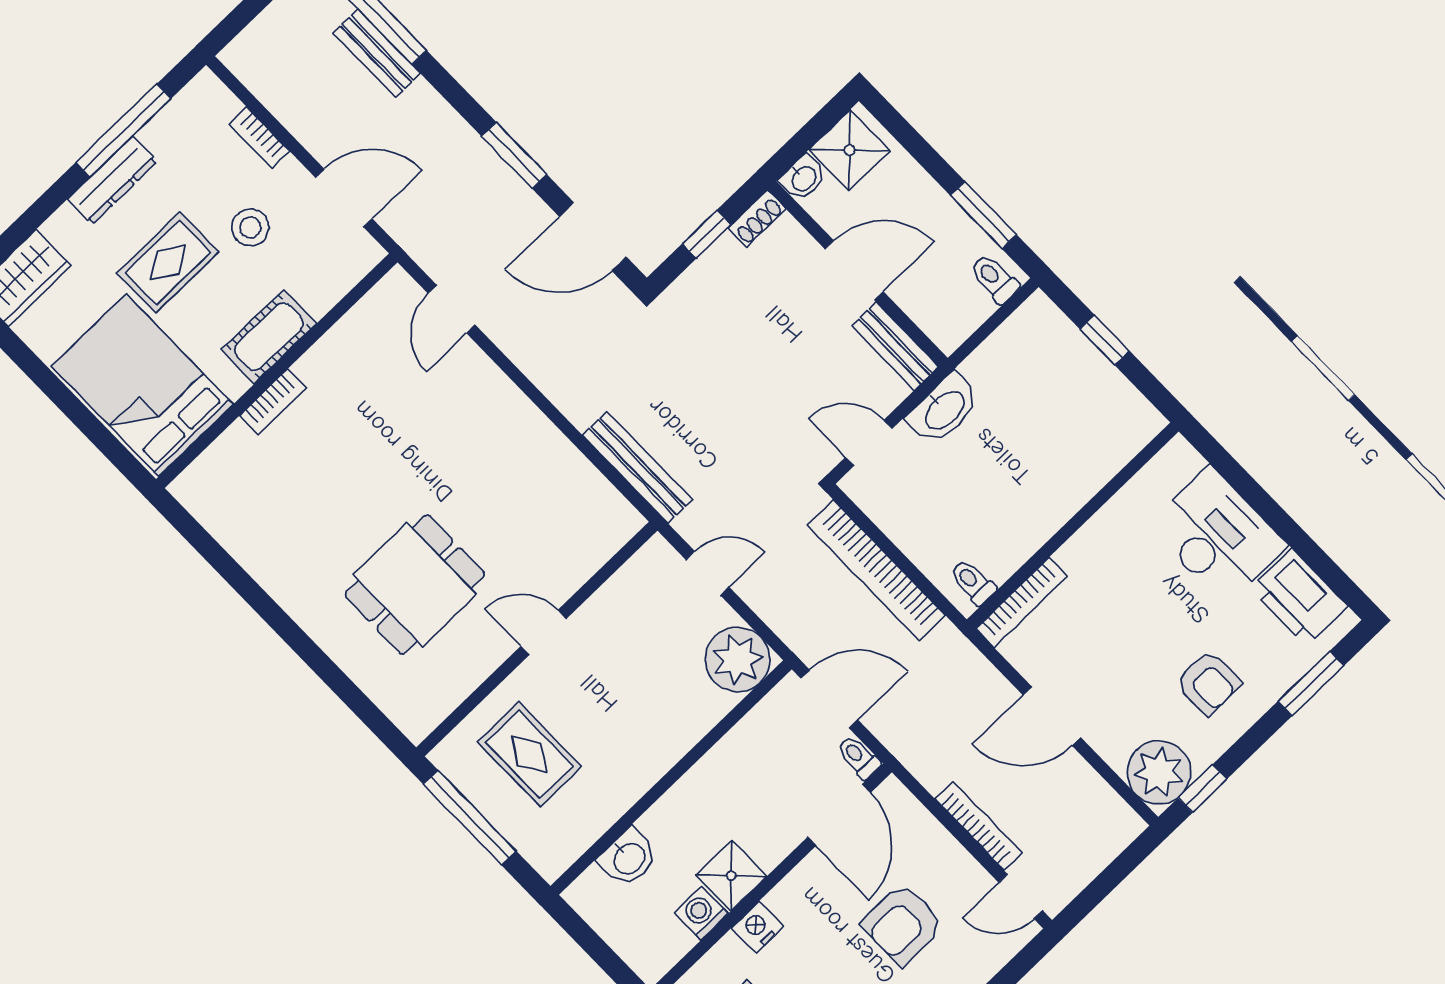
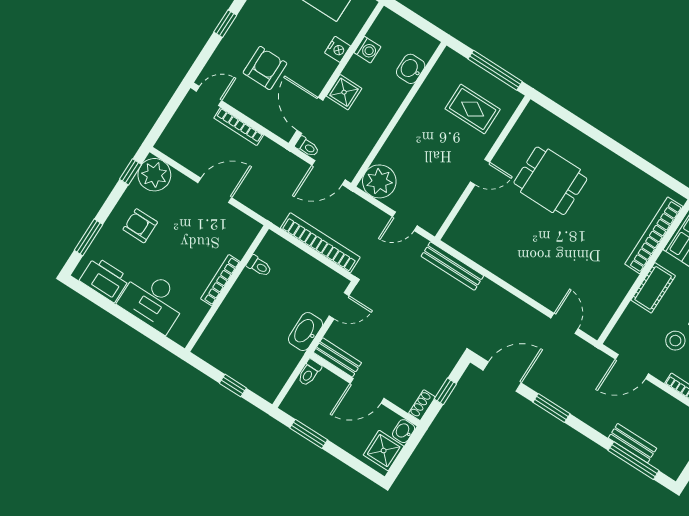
toilet: (994, 279) -> (309, 373), moved, turned 90
bookcase: (273, 402) -> (654, 235), width x2.31, depth x1.31
toilet: (973, 582) -> (259, 266), moved
dining table: (415, 584) -> (550, 181), turned 90
bookcase: (1021, 602) -> (220, 280), moved
shower: (731, 876) -> (344, 92), moved

